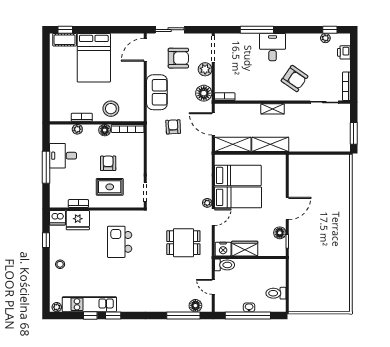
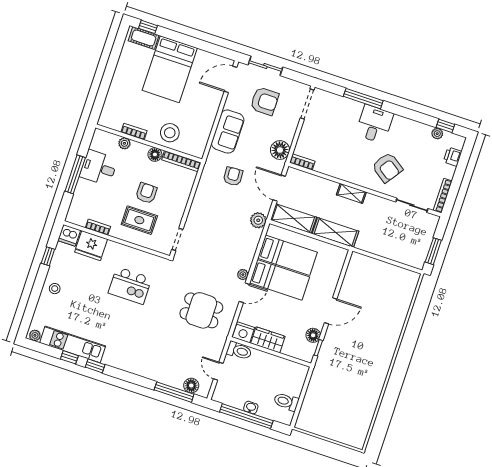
plant: (205, 69) -> (258, 220), moved
kitchen island: (120, 242) -> (130, 286), turned -90

